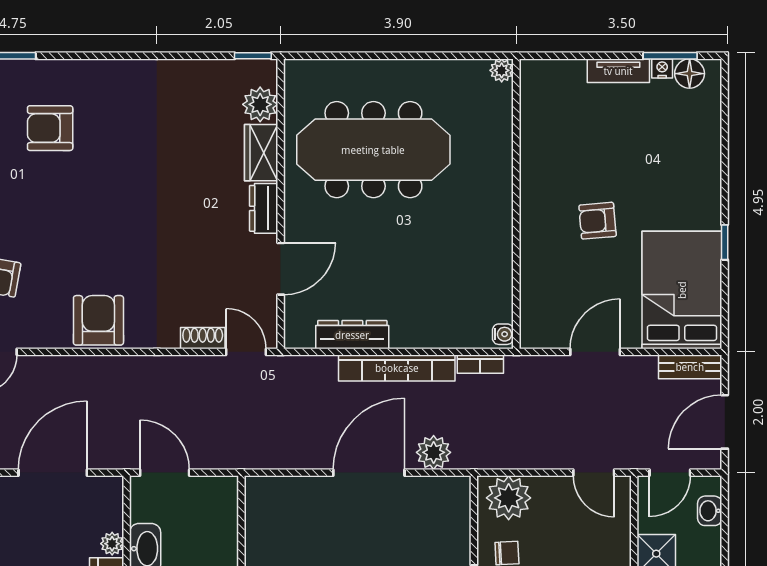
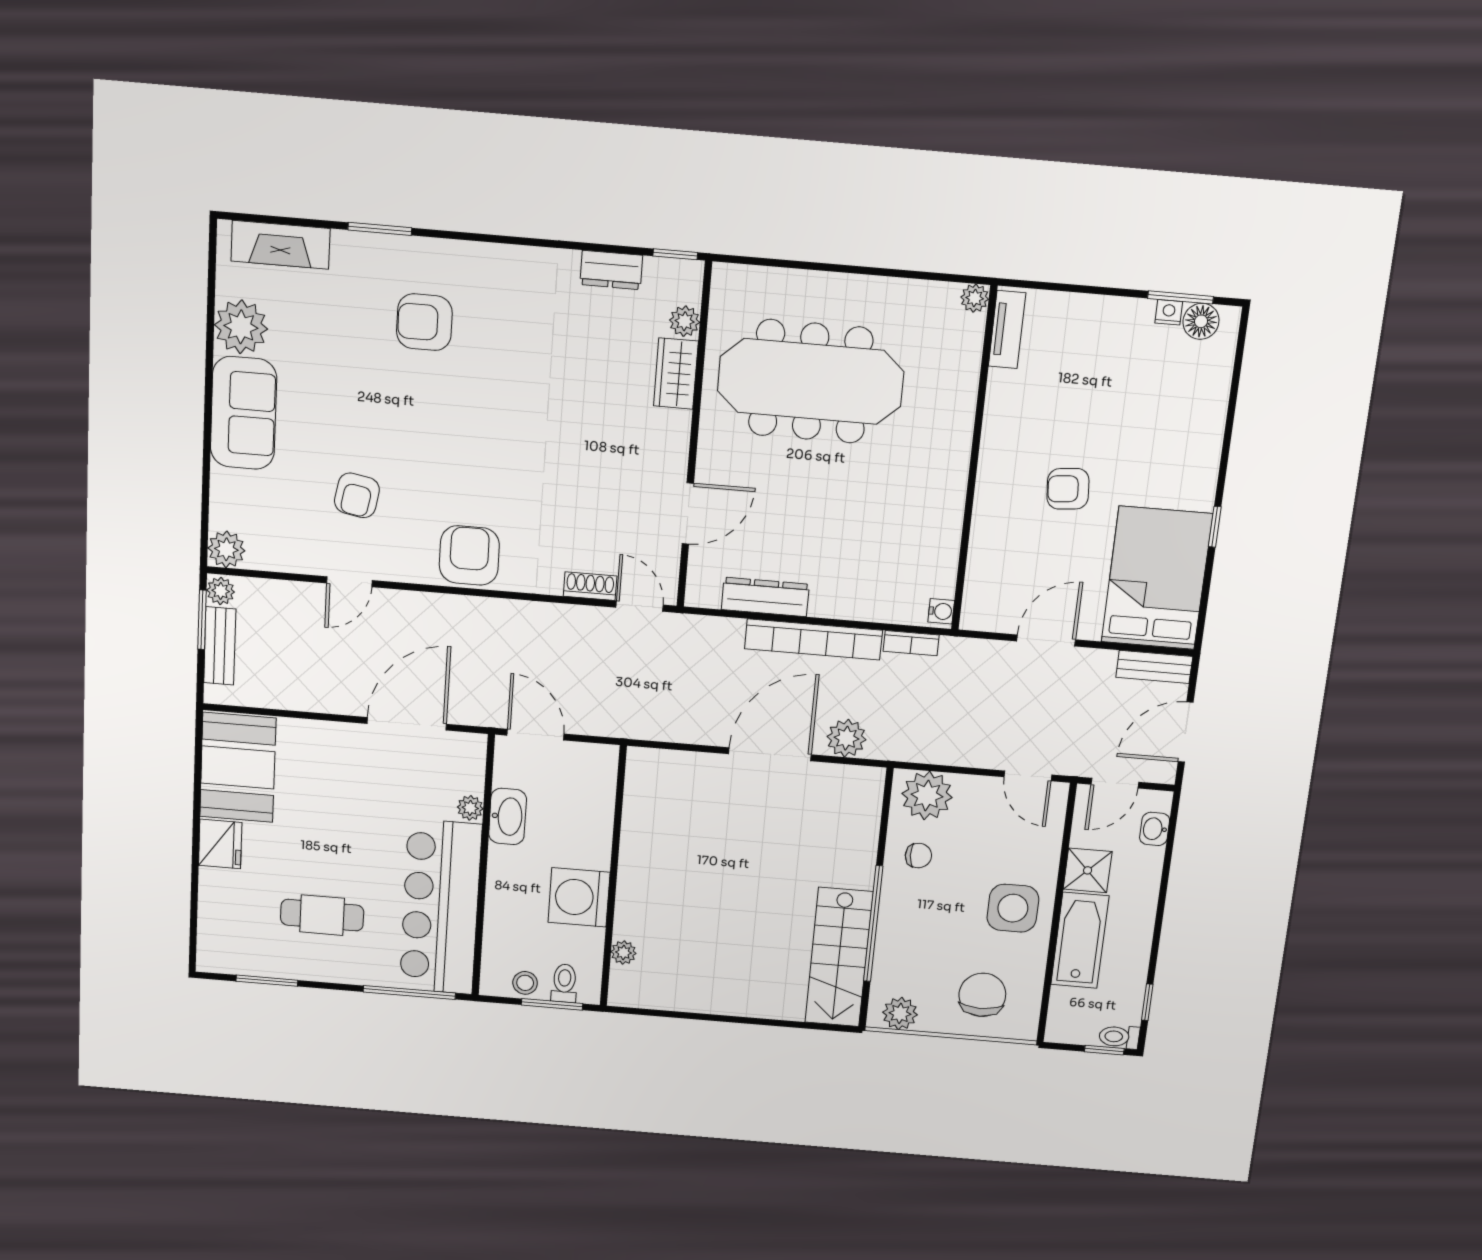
tv unit: (618, 71) -> (1007, 330), moved, turned -90
plant: (260, 104) -> (685, 321), width x0.73, depth x0.73
dresser: (264, 208) -> (611, 270), moved, turned -90

